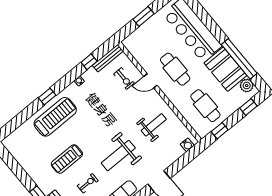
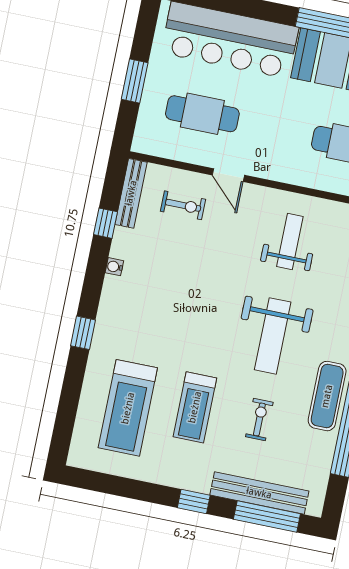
cafe table: (175, 69) -> (202, 114), moved
door: (150, 81) -> (228, 175), hinge flipped
treadmill: (55, 117) -> (128, 408), moved, turned 180

